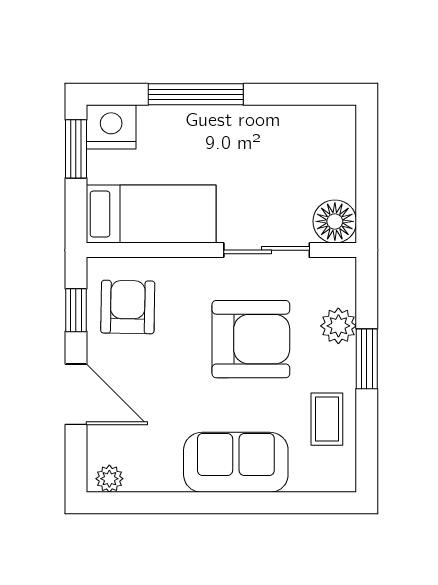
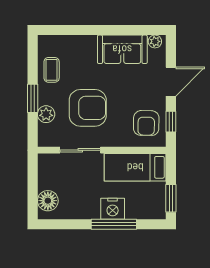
nightstand: (111, 127) -> (113, 209), moved
floor lamp: (335, 221) -> (48, 201), moved
armchair: (251, 339) -> (88, 108), turned 180
door: (76, 394) -> (171, 82), swing flipped
sofa: (236, 462) -> (122, 49), moved

